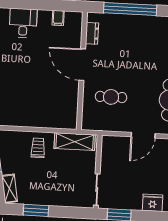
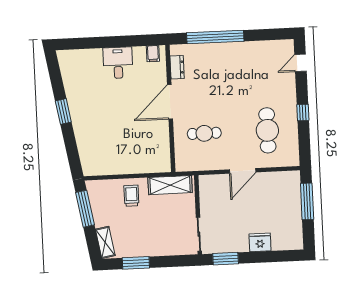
filing cabinet: (58, 18) -> (153, 54), moved
desk: (23, 23) -> (118, 63), moved
door: (82, 65) -> (170, 102), hinge flipped

